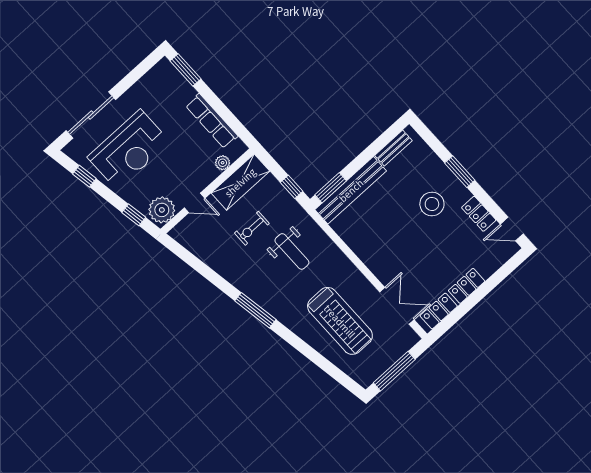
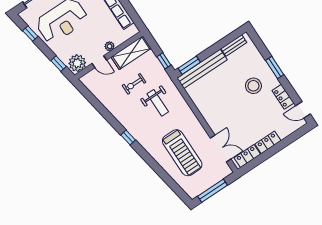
plant: (223, 163) -> (110, 46), moved
window: (255, 310) -> (128, 137), width x0.46

